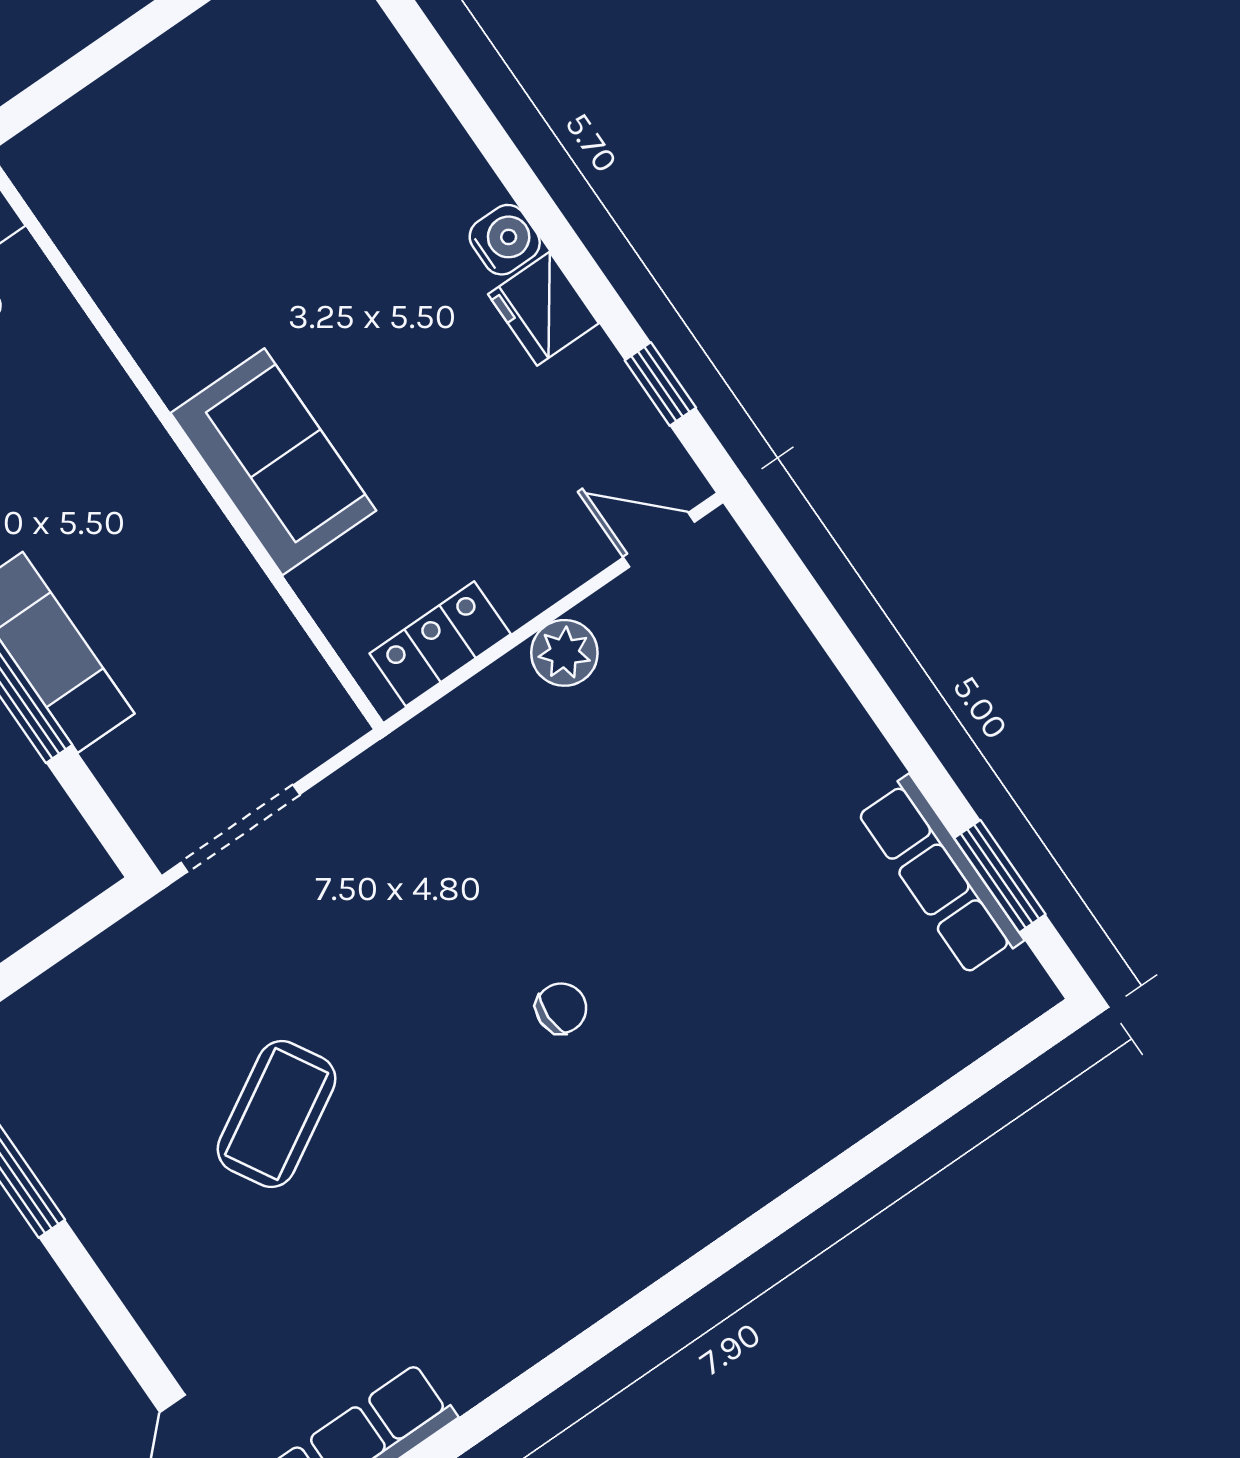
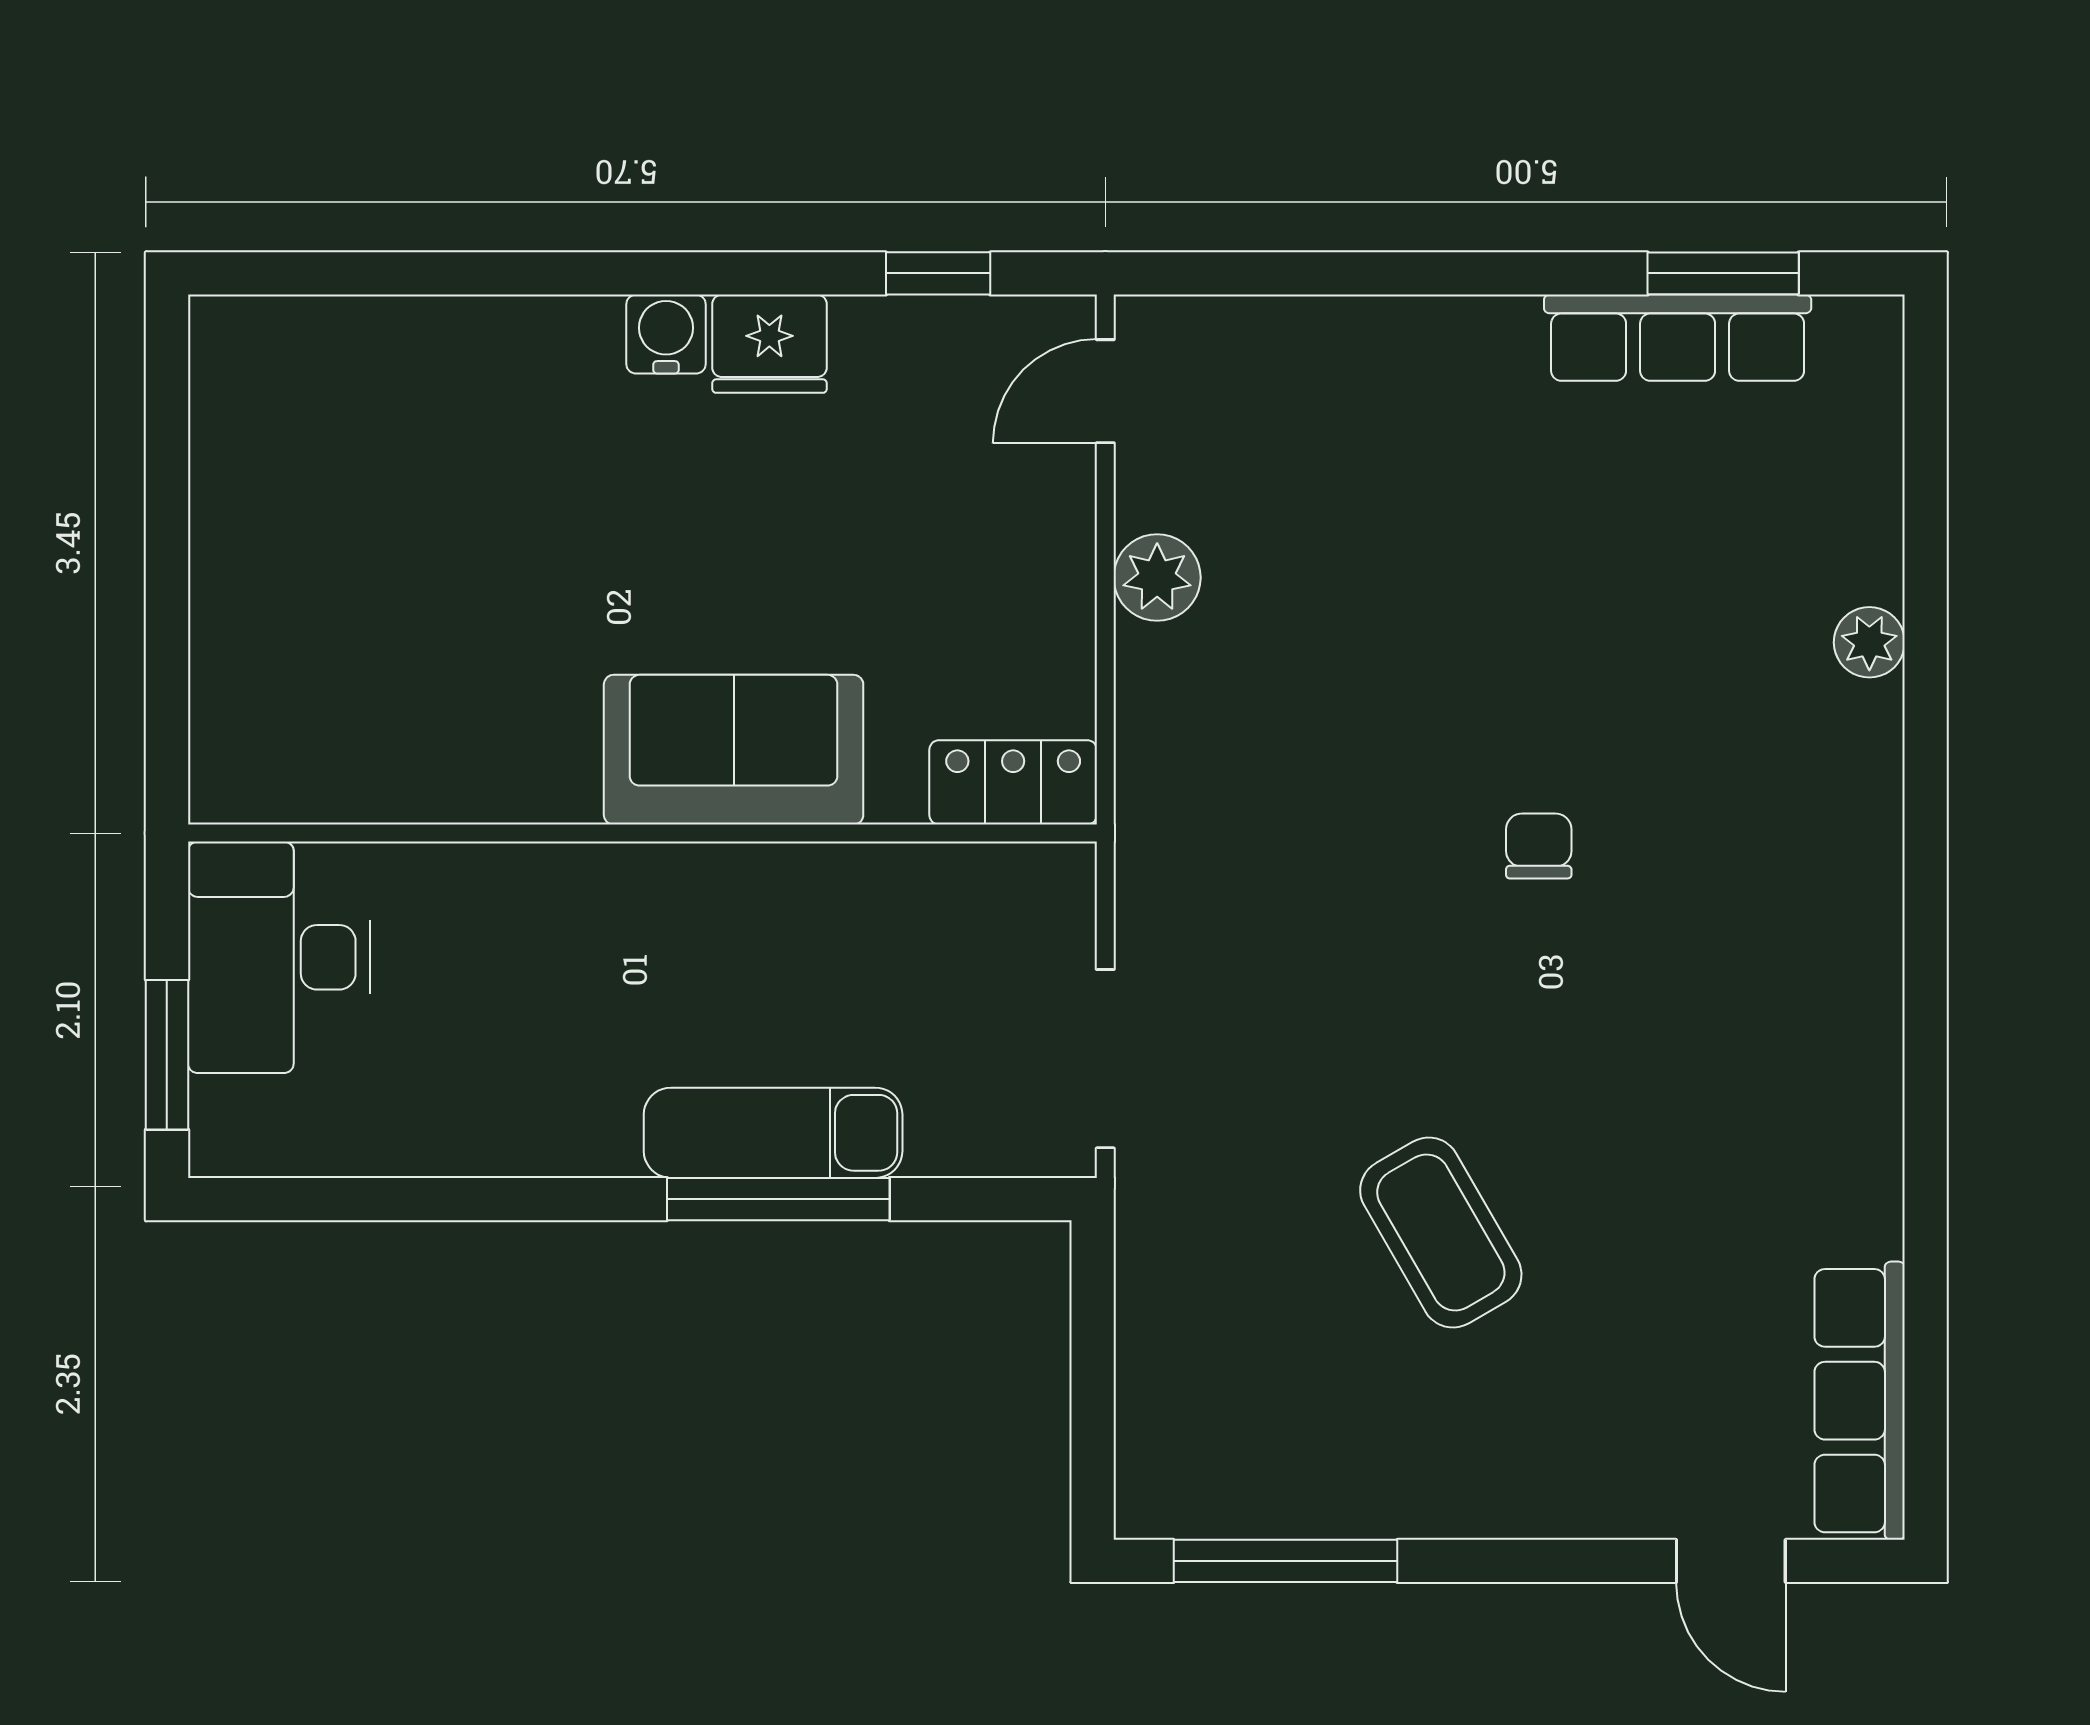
locker: (440, 644) -> (1013, 782), moved, turned 90
plant: (832, 1127) -> (1869, 642), added

